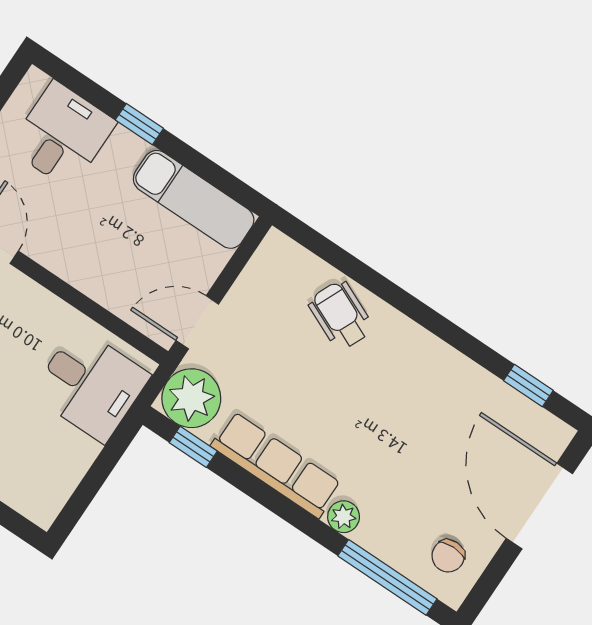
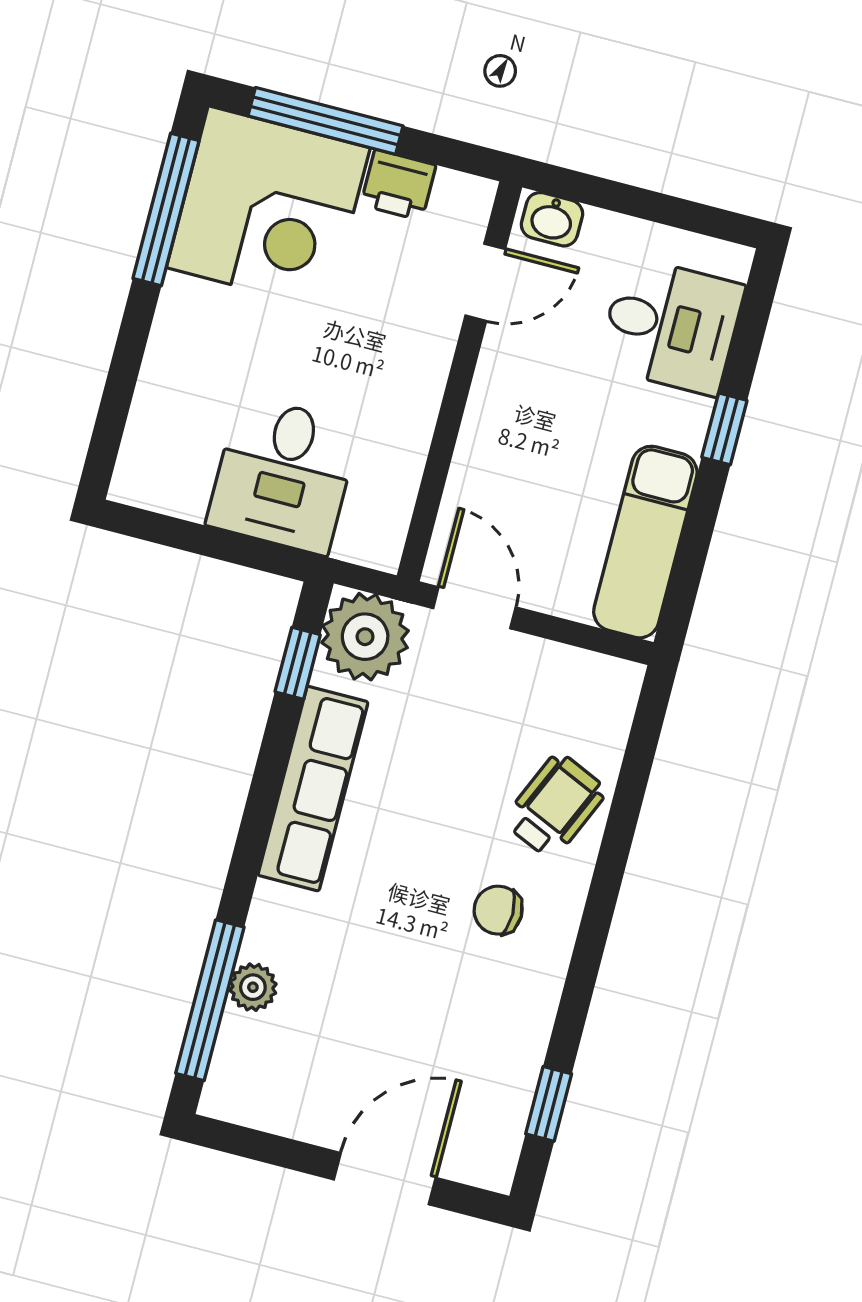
desk: (90, 385) -> (283, 475), moved
door: (539, 506) -> (385, 1179), width x0.73
plant: (344, 517) -> (253, 987), moved
chair: (448, 556) -> (498, 910), moved

